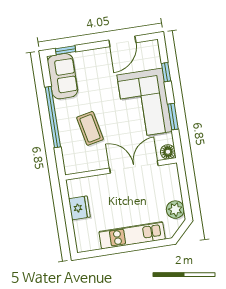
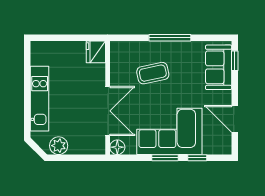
sofa: (63, 76) -> (219, 67), moved, turned 90
window: (53, 117) -> (170, 38), width x0.68
window: (173, 117) -> (165, 158), moved
fridge: (79, 208) -> (96, 52), moved, turned 90

